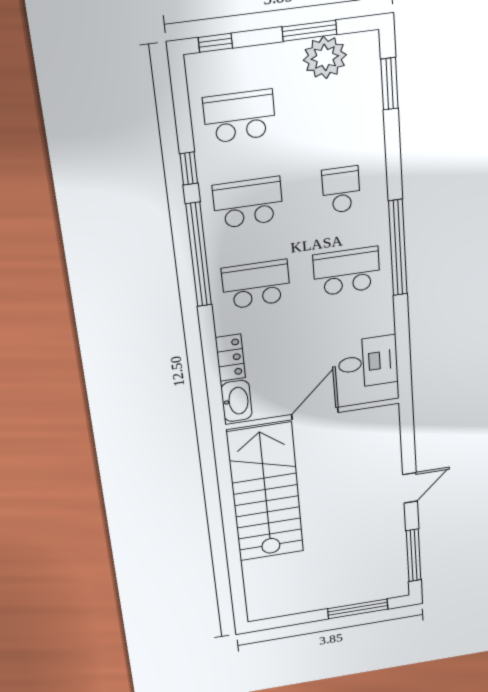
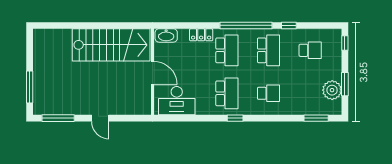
school desk: (240, 116) -> (310, 50), width x0.54
window: (398, 248) -> (235, 118), width x0.32
locker: (230, 358) -> (201, 35), moved
desk: (368, 362) -> (177, 101), width x1.37

